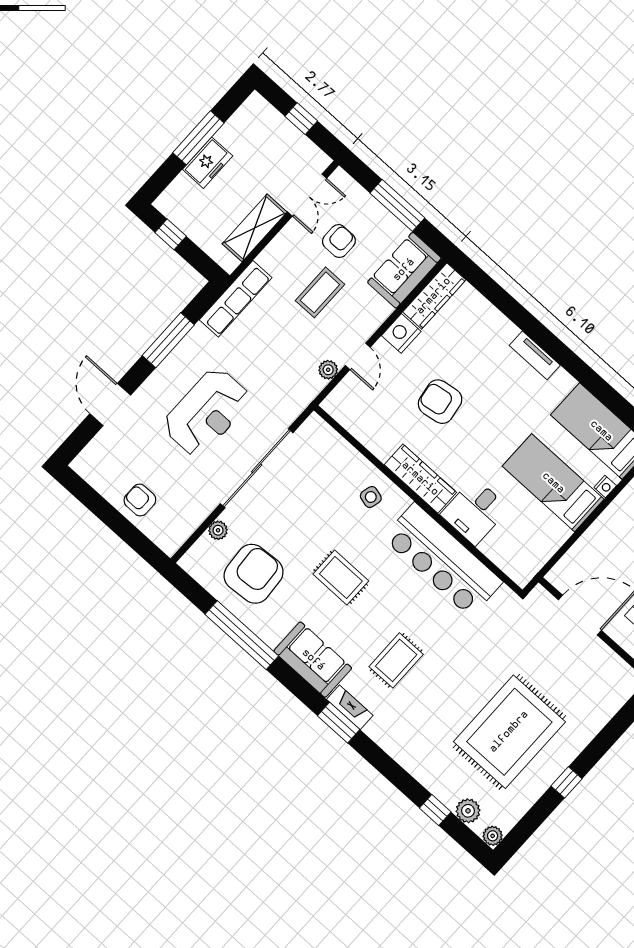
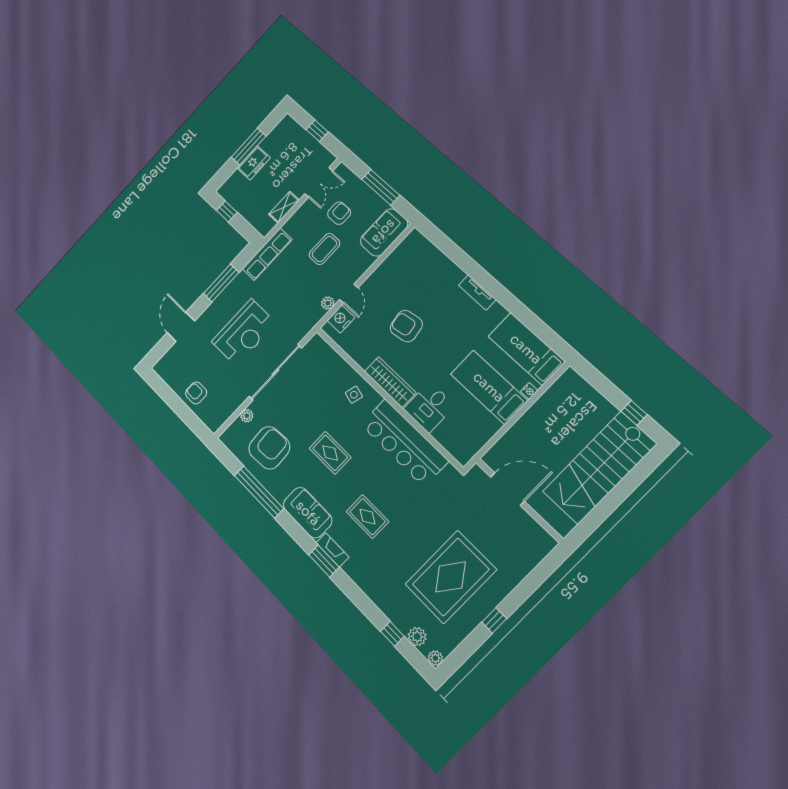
shelving: (255, 228) -> (284, 207), width x0.67, depth x0.75
wardrobe: (434, 296) -> (405, 250), removed
nightstand: (401, 333) -> (341, 319), moved
rug: (396, 660) -> (367, 517), turned 90

